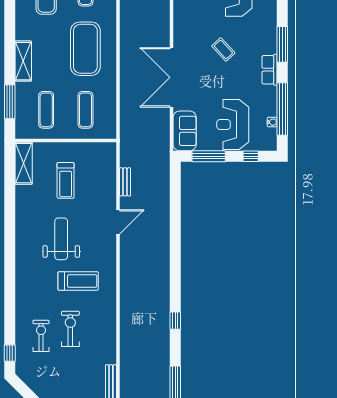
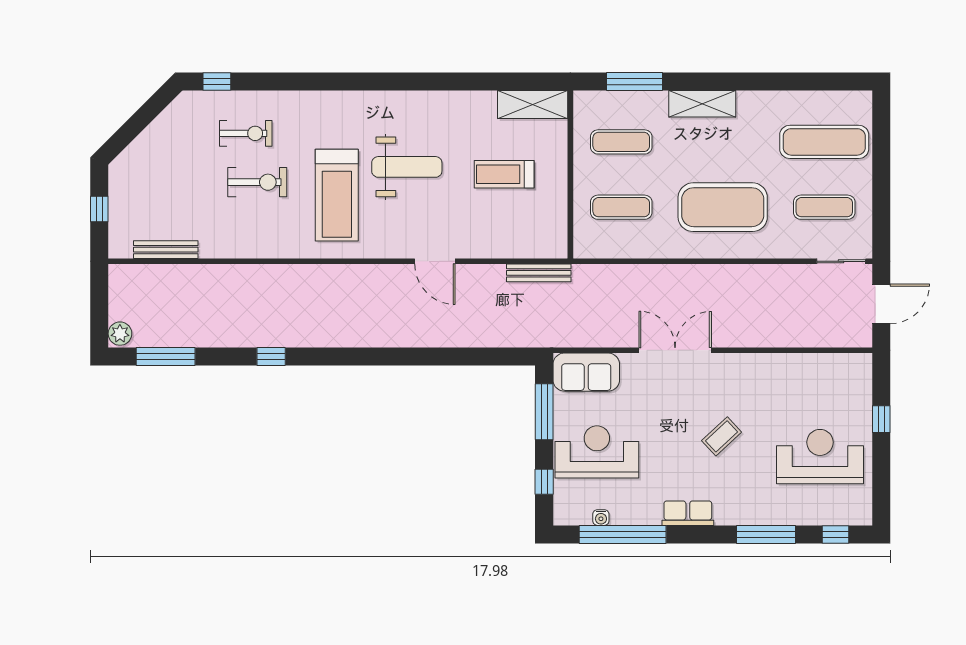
window: (282, 44) -> (766, 534), moved
double door: (172, 77) -> (675, 350), width x0.73
bench: (125, 182) -> (539, 273), moved, width x1.36
treadmill: (78, 281) -> (337, 195), width x1.37, depth x1.38

